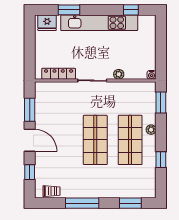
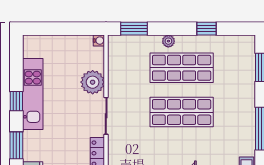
window: (131, 10) -> (16, 101), moved
kitchen unit: (99, 23) -> (33, 94), width x0.73
plant: (119, 74) -> (93, 82), width x1.87, depth x1.87

